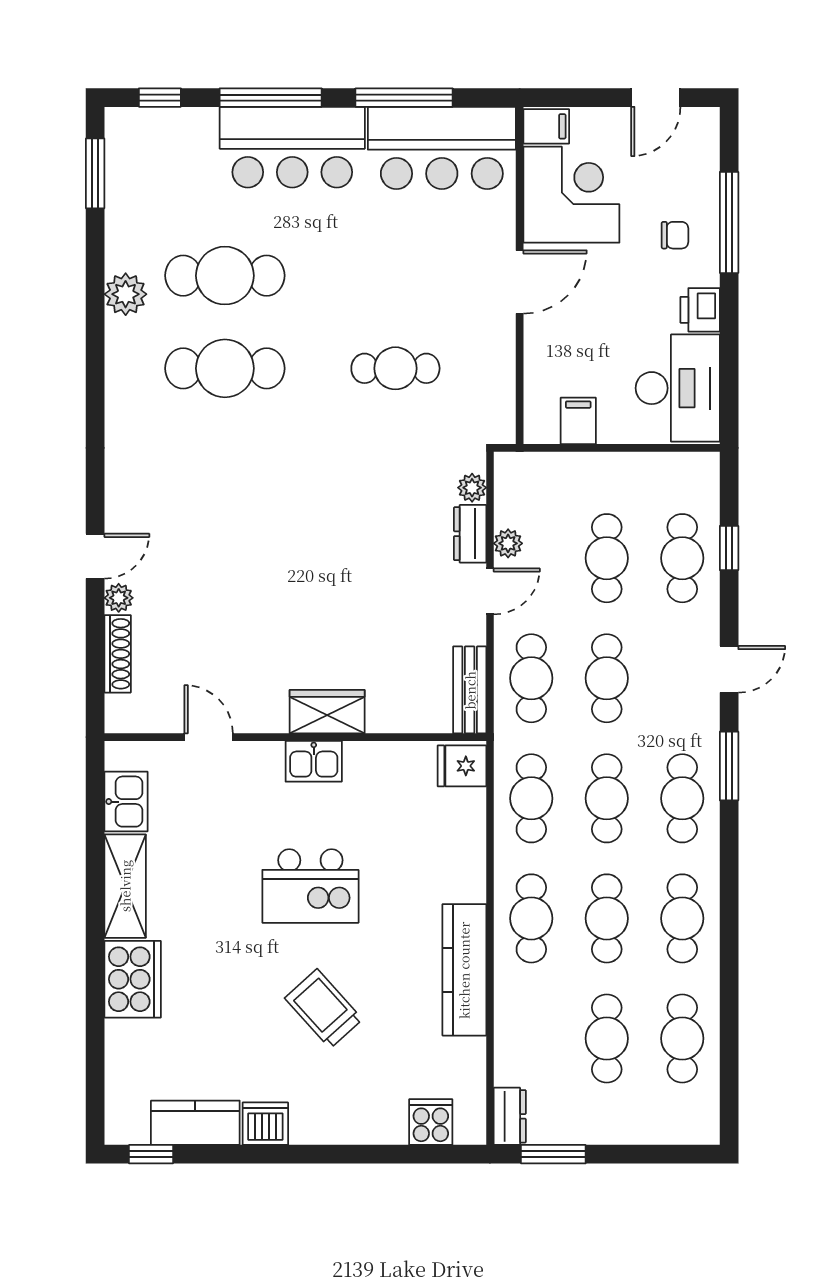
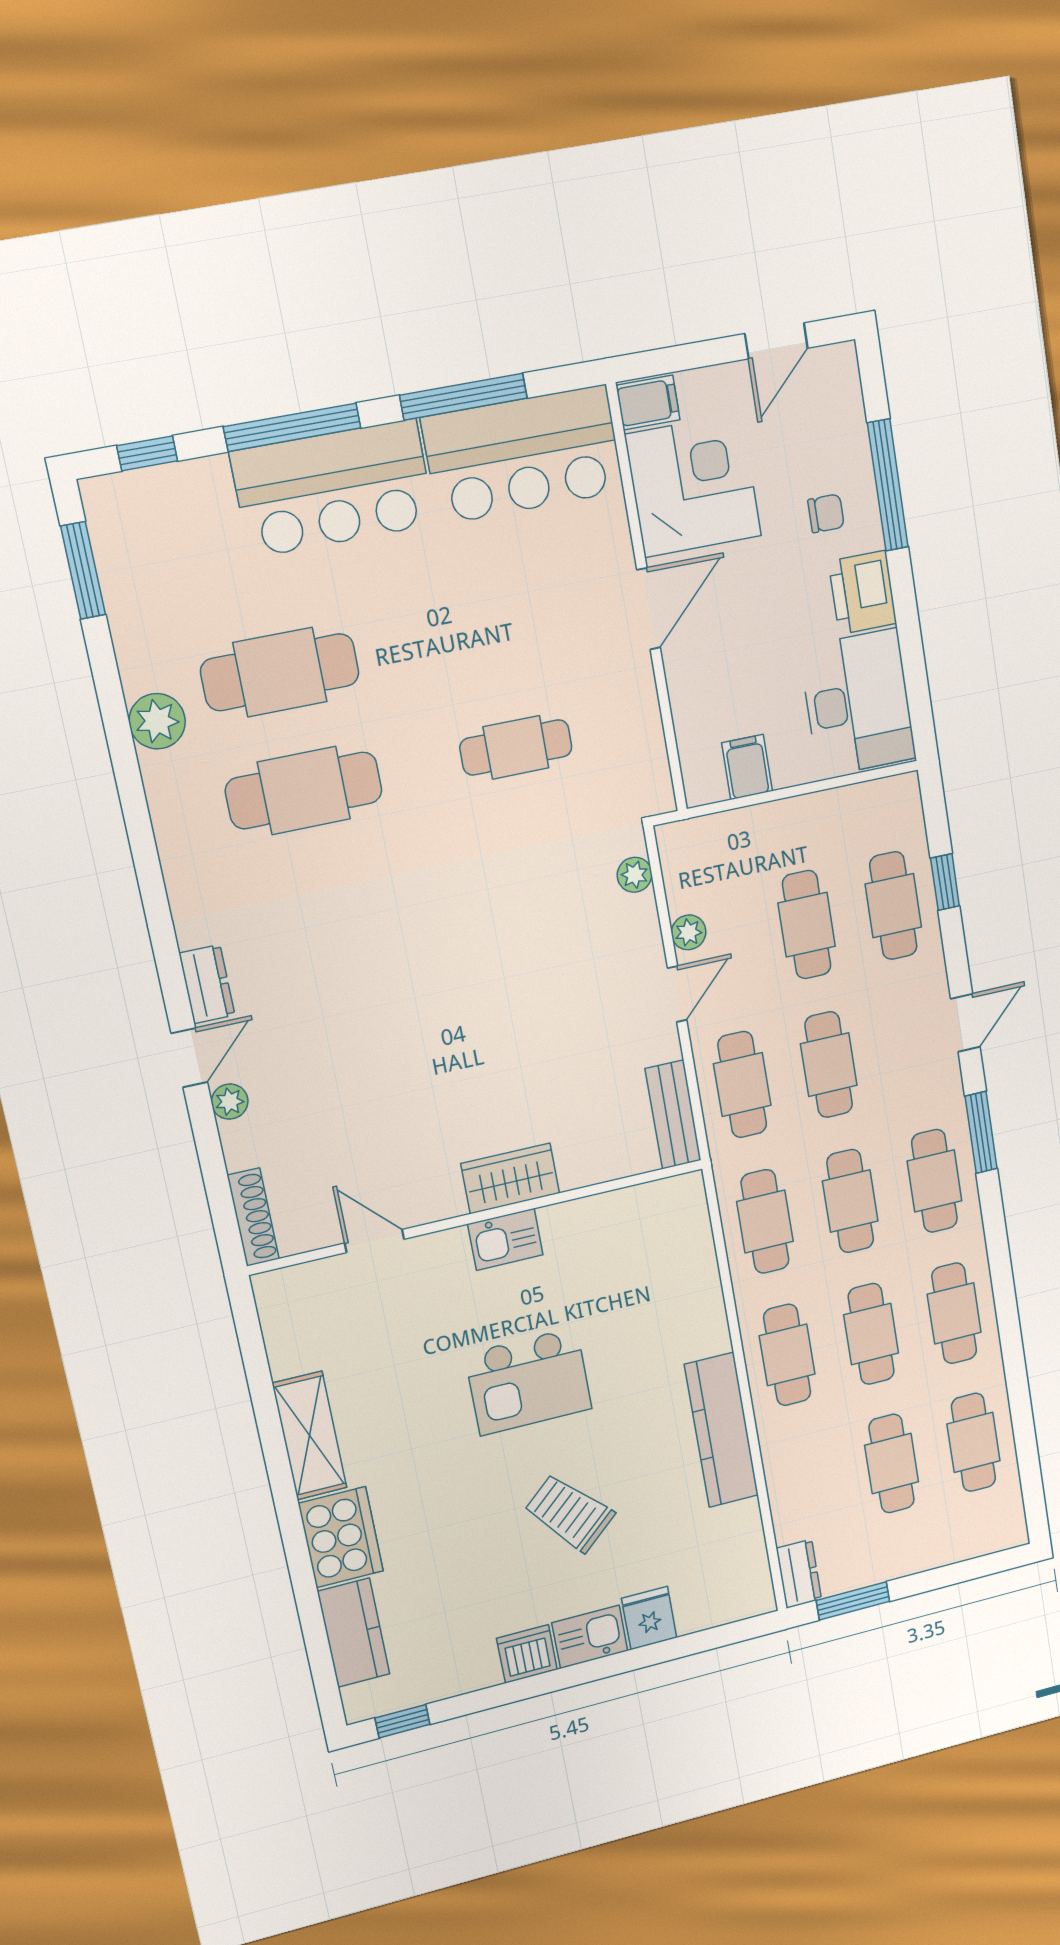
printer: (700, 310) -> (863, 592), width x1.36, depth x1.24
dresser: (470, 534) -> (207, 984), moved, turned 180
shoe rack: (118, 654) -> (253, 1217), moved
fridge: (462, 766) -> (649, 1618), moved, turned 90
kitchen sink: (126, 802) -> (590, 1637), moved, turned -90
cooker: (431, 1122) -> (713, 1603), removed
kitchen counter: (195, 1123) -> (354, 1633), moved, turned 90

